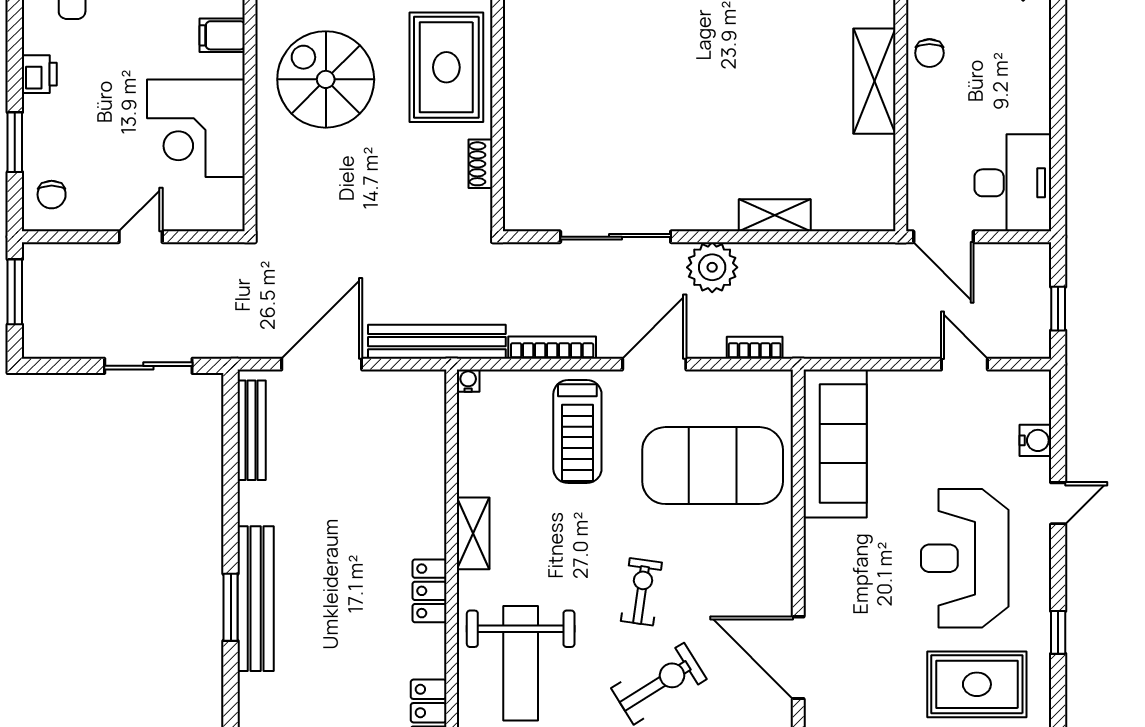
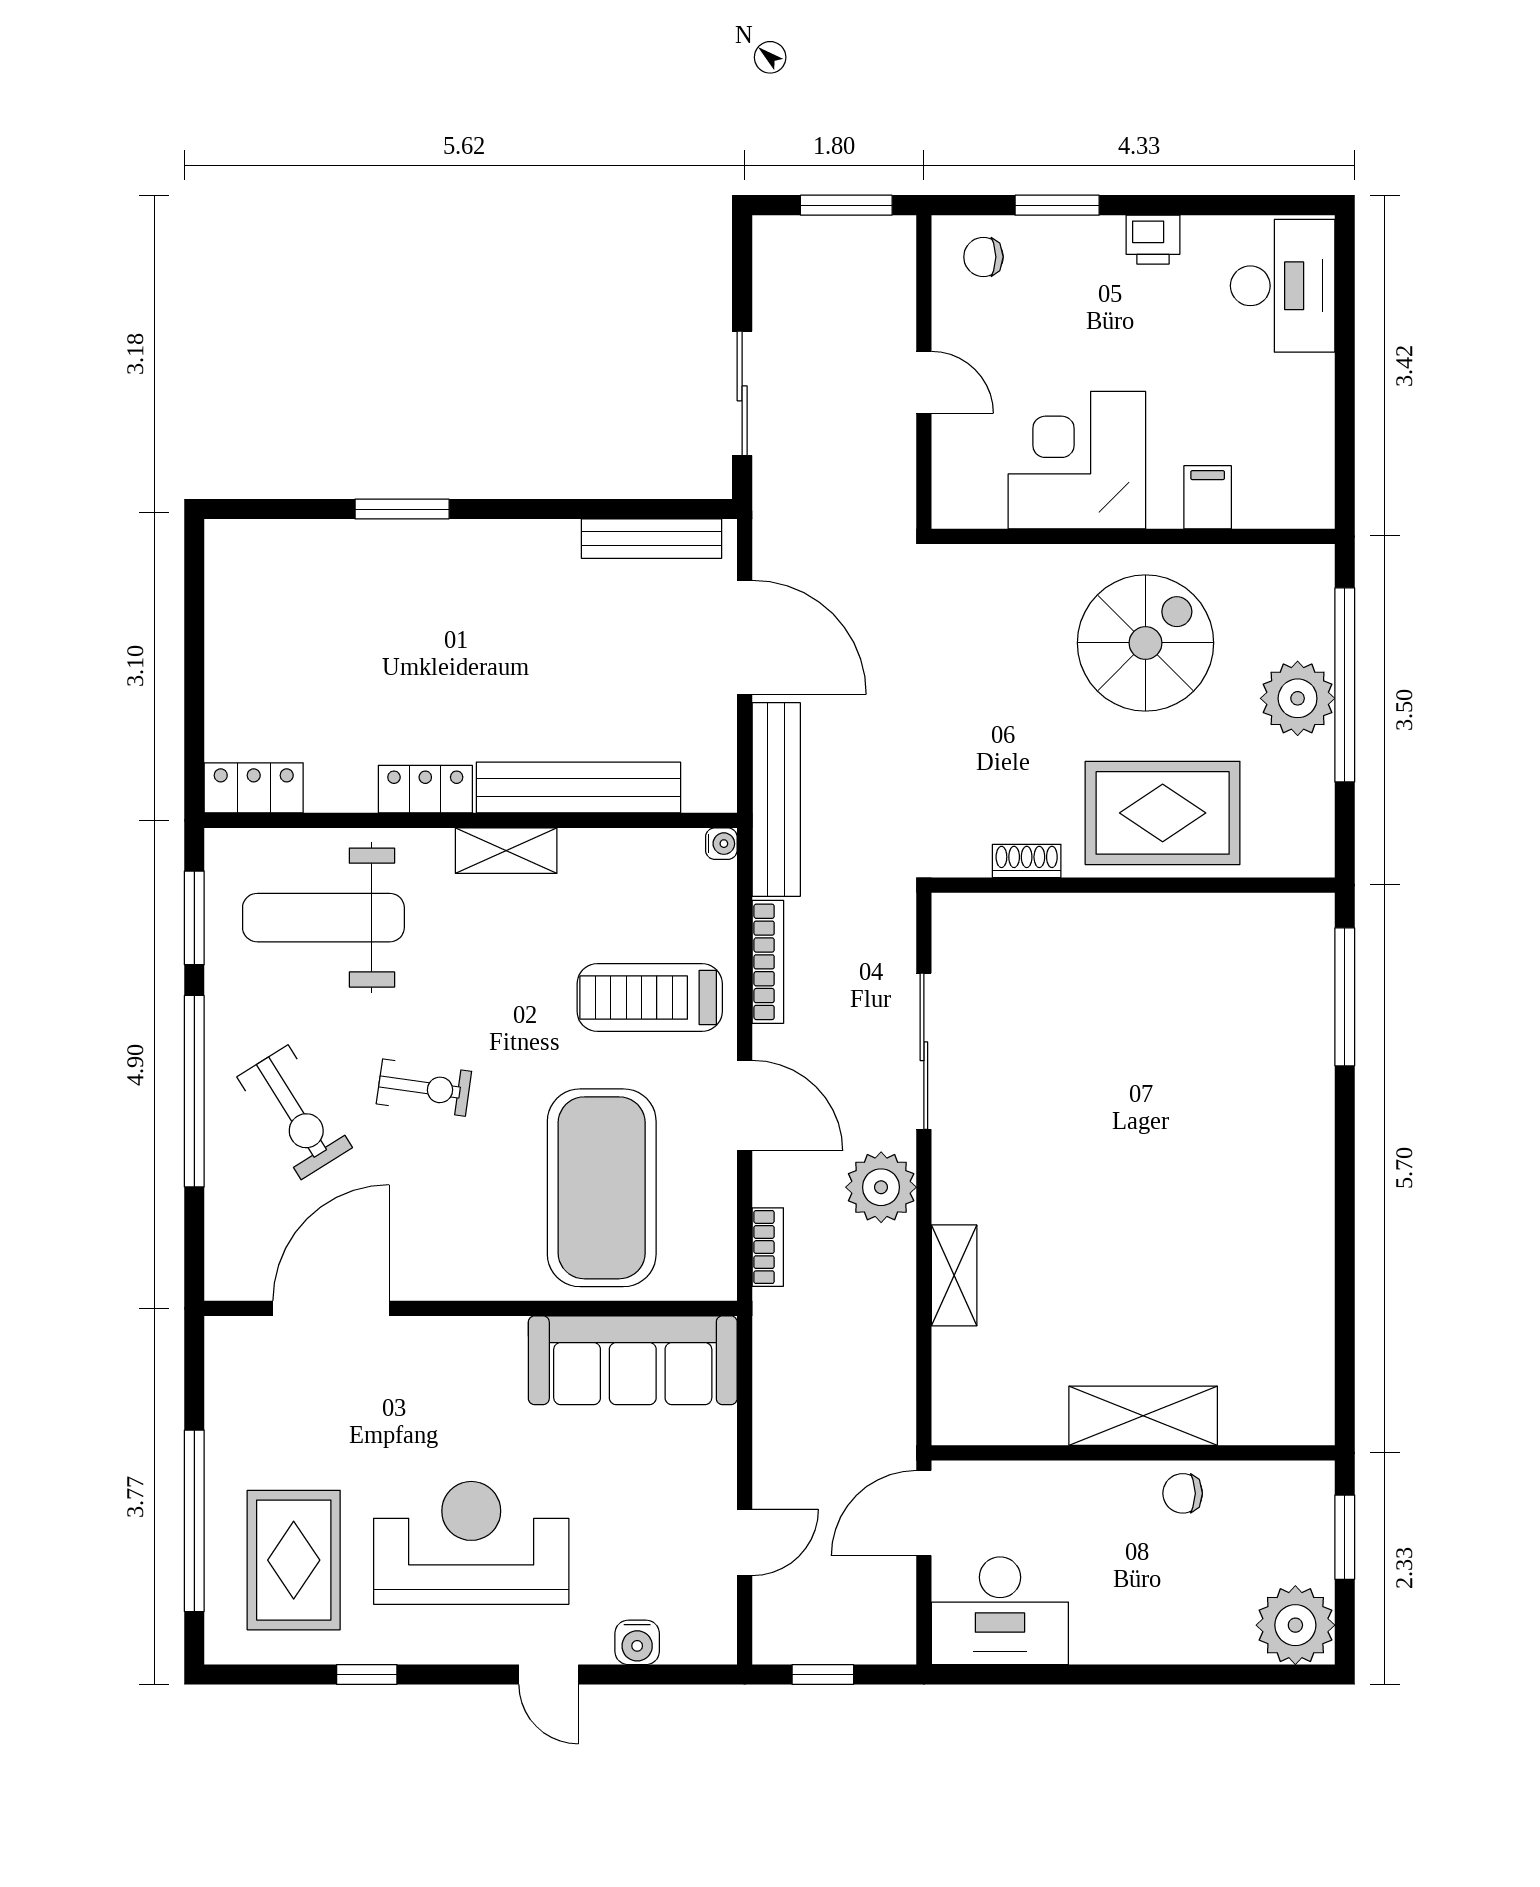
bench: (256, 599) -> (578, 787), moved

